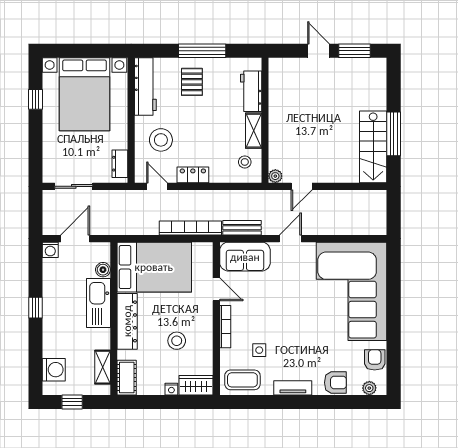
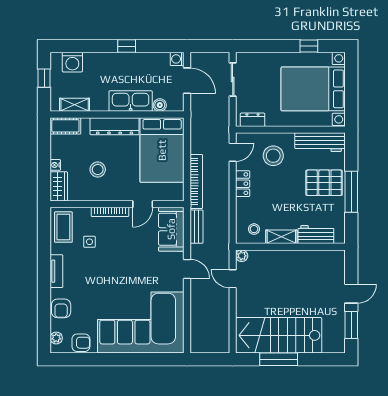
pallet: (192, 82) -> (324, 183), width x1.50, depth x1.42
stairs: (373, 147) -> (279, 335), width x1.36, depth x1.51

